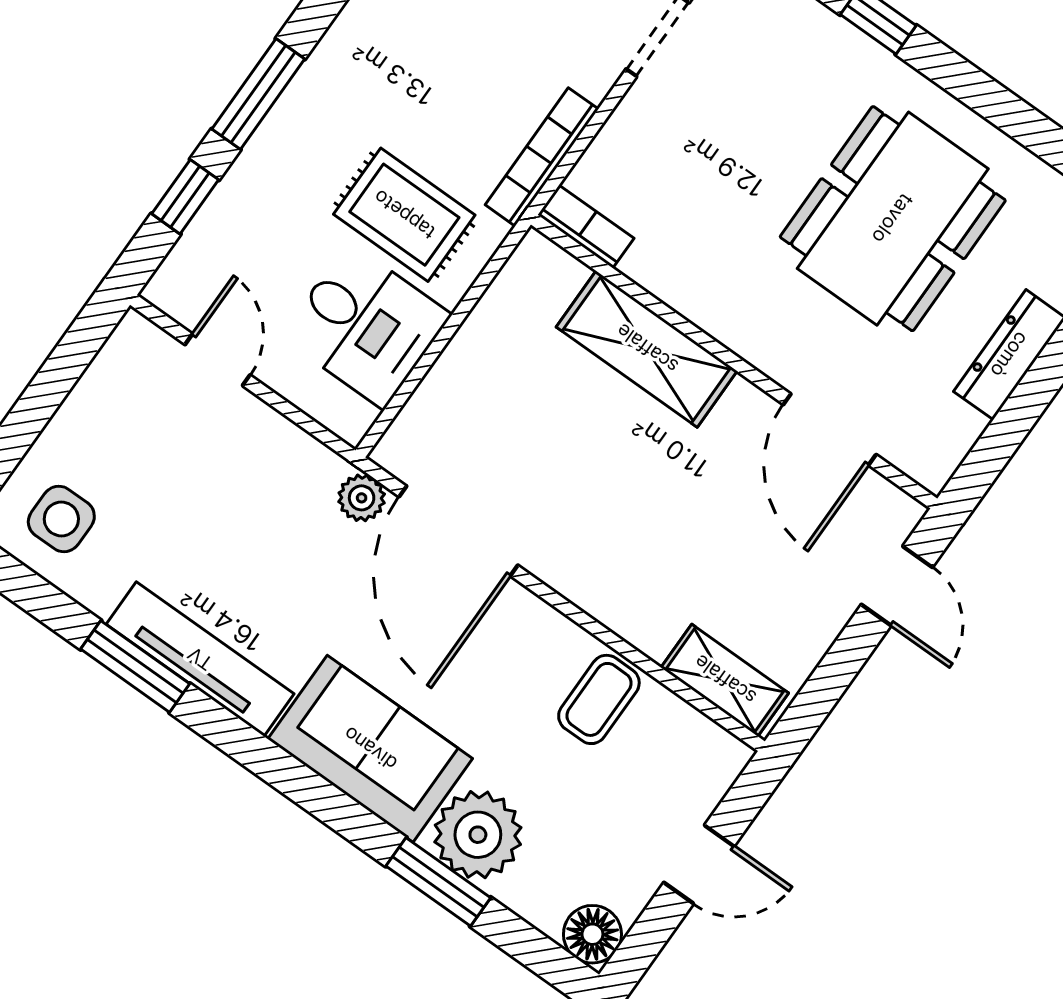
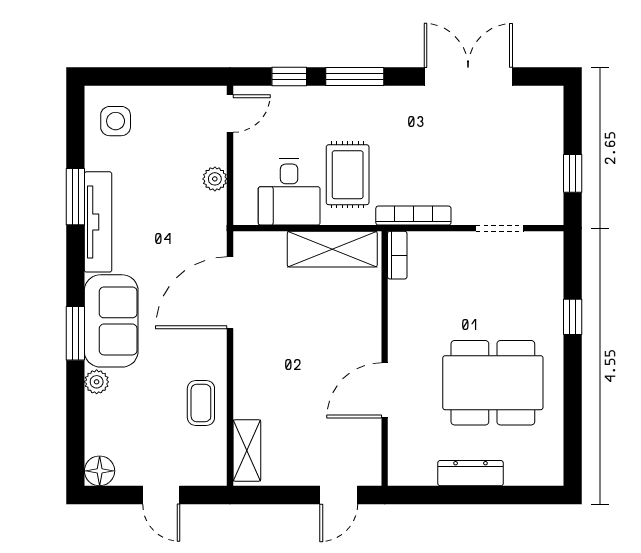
shelving: (647, 349) -> (332, 249), moved, turned 90
door: (218, 360) -> (230, 114), moved
door: (830, 430) -> (385, 390), moved
plant: (362, 498) -> (215, 179), moved
coffee table: (599, 699) -> (201, 403), turned 90
plant: (478, 835) -> (97, 382), width x0.53, depth x0.53
window: (438, 882) -> (75, 333), moved

